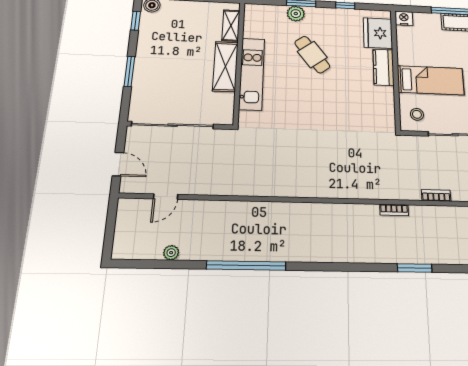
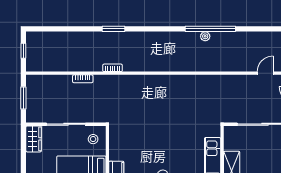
plant: (171, 253) -> (205, 36), moved
window: (415, 268) -> (113, 29), moved

